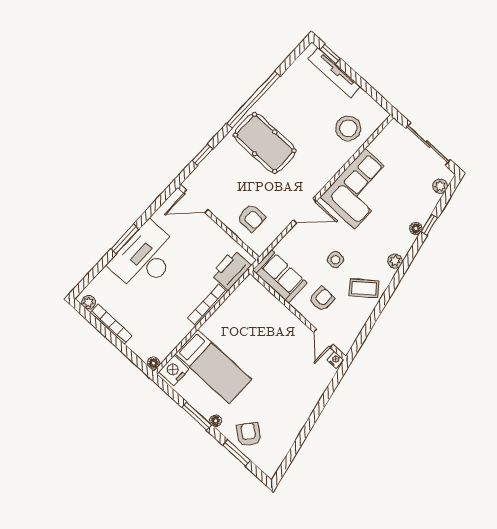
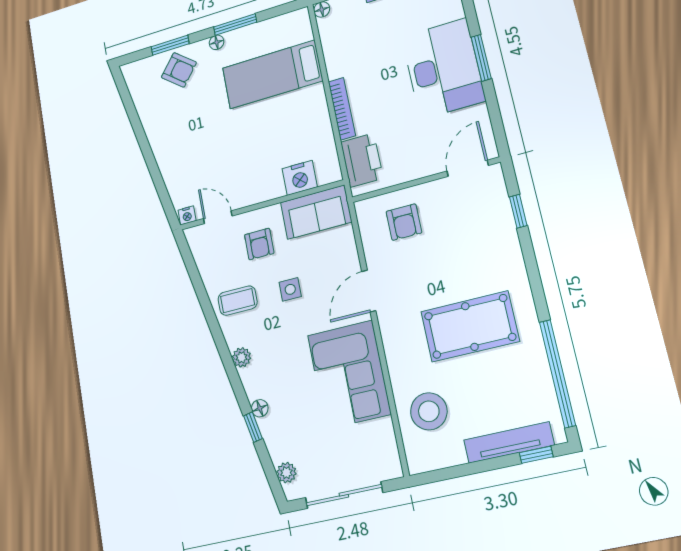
window: (253, 100) -> (557, 373), moved
pool table: (265, 143) -> (470, 326), moved
armchair: (251, 218) -> (404, 222), turned -90
coffee table: (364, 288) -> (238, 301), turned 39
nightstand: (174, 371) -> (300, 178), moved, turned 90

